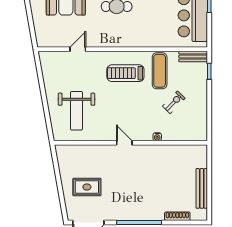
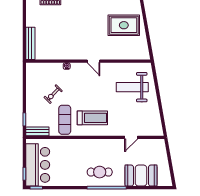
weight bench: (77, 111) -> (132, 87), turned -90
rug: (87, 187) -> (124, 25), width x1.36, depth x1.43
bench: (202, 188) -> (30, 43), moved

